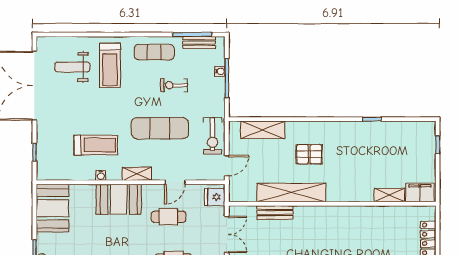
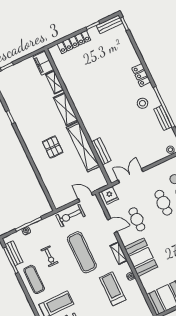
shelving: (263, 130) -> (66, 109), moved
exercise bike: (212, 136) -> (70, 216), turned 180

